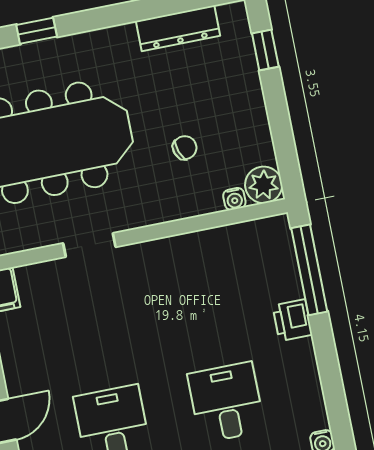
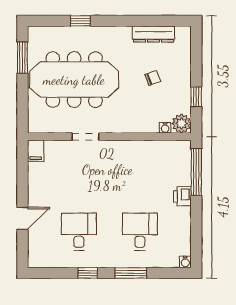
window: (265, 50) -> (196, 97), moved
chair: (185, 148) -> (153, 78), moved

